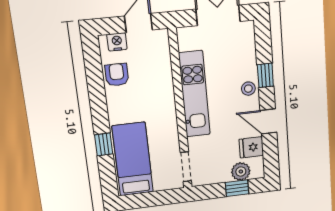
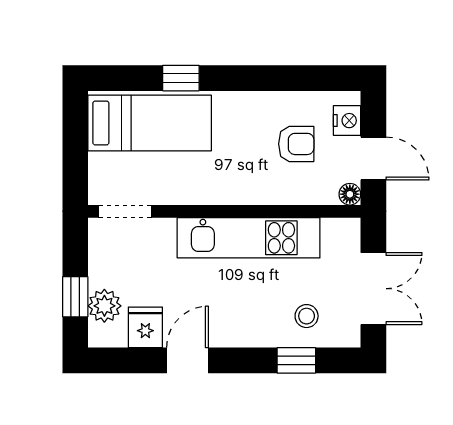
floor lamp: (162, 36) -> (350, 194), added
armchair: (117, 75) -> (296, 144), moved
window: (265, 75) -> (296, 360), moved
stool: (248, 89) -> (307, 316), moved

